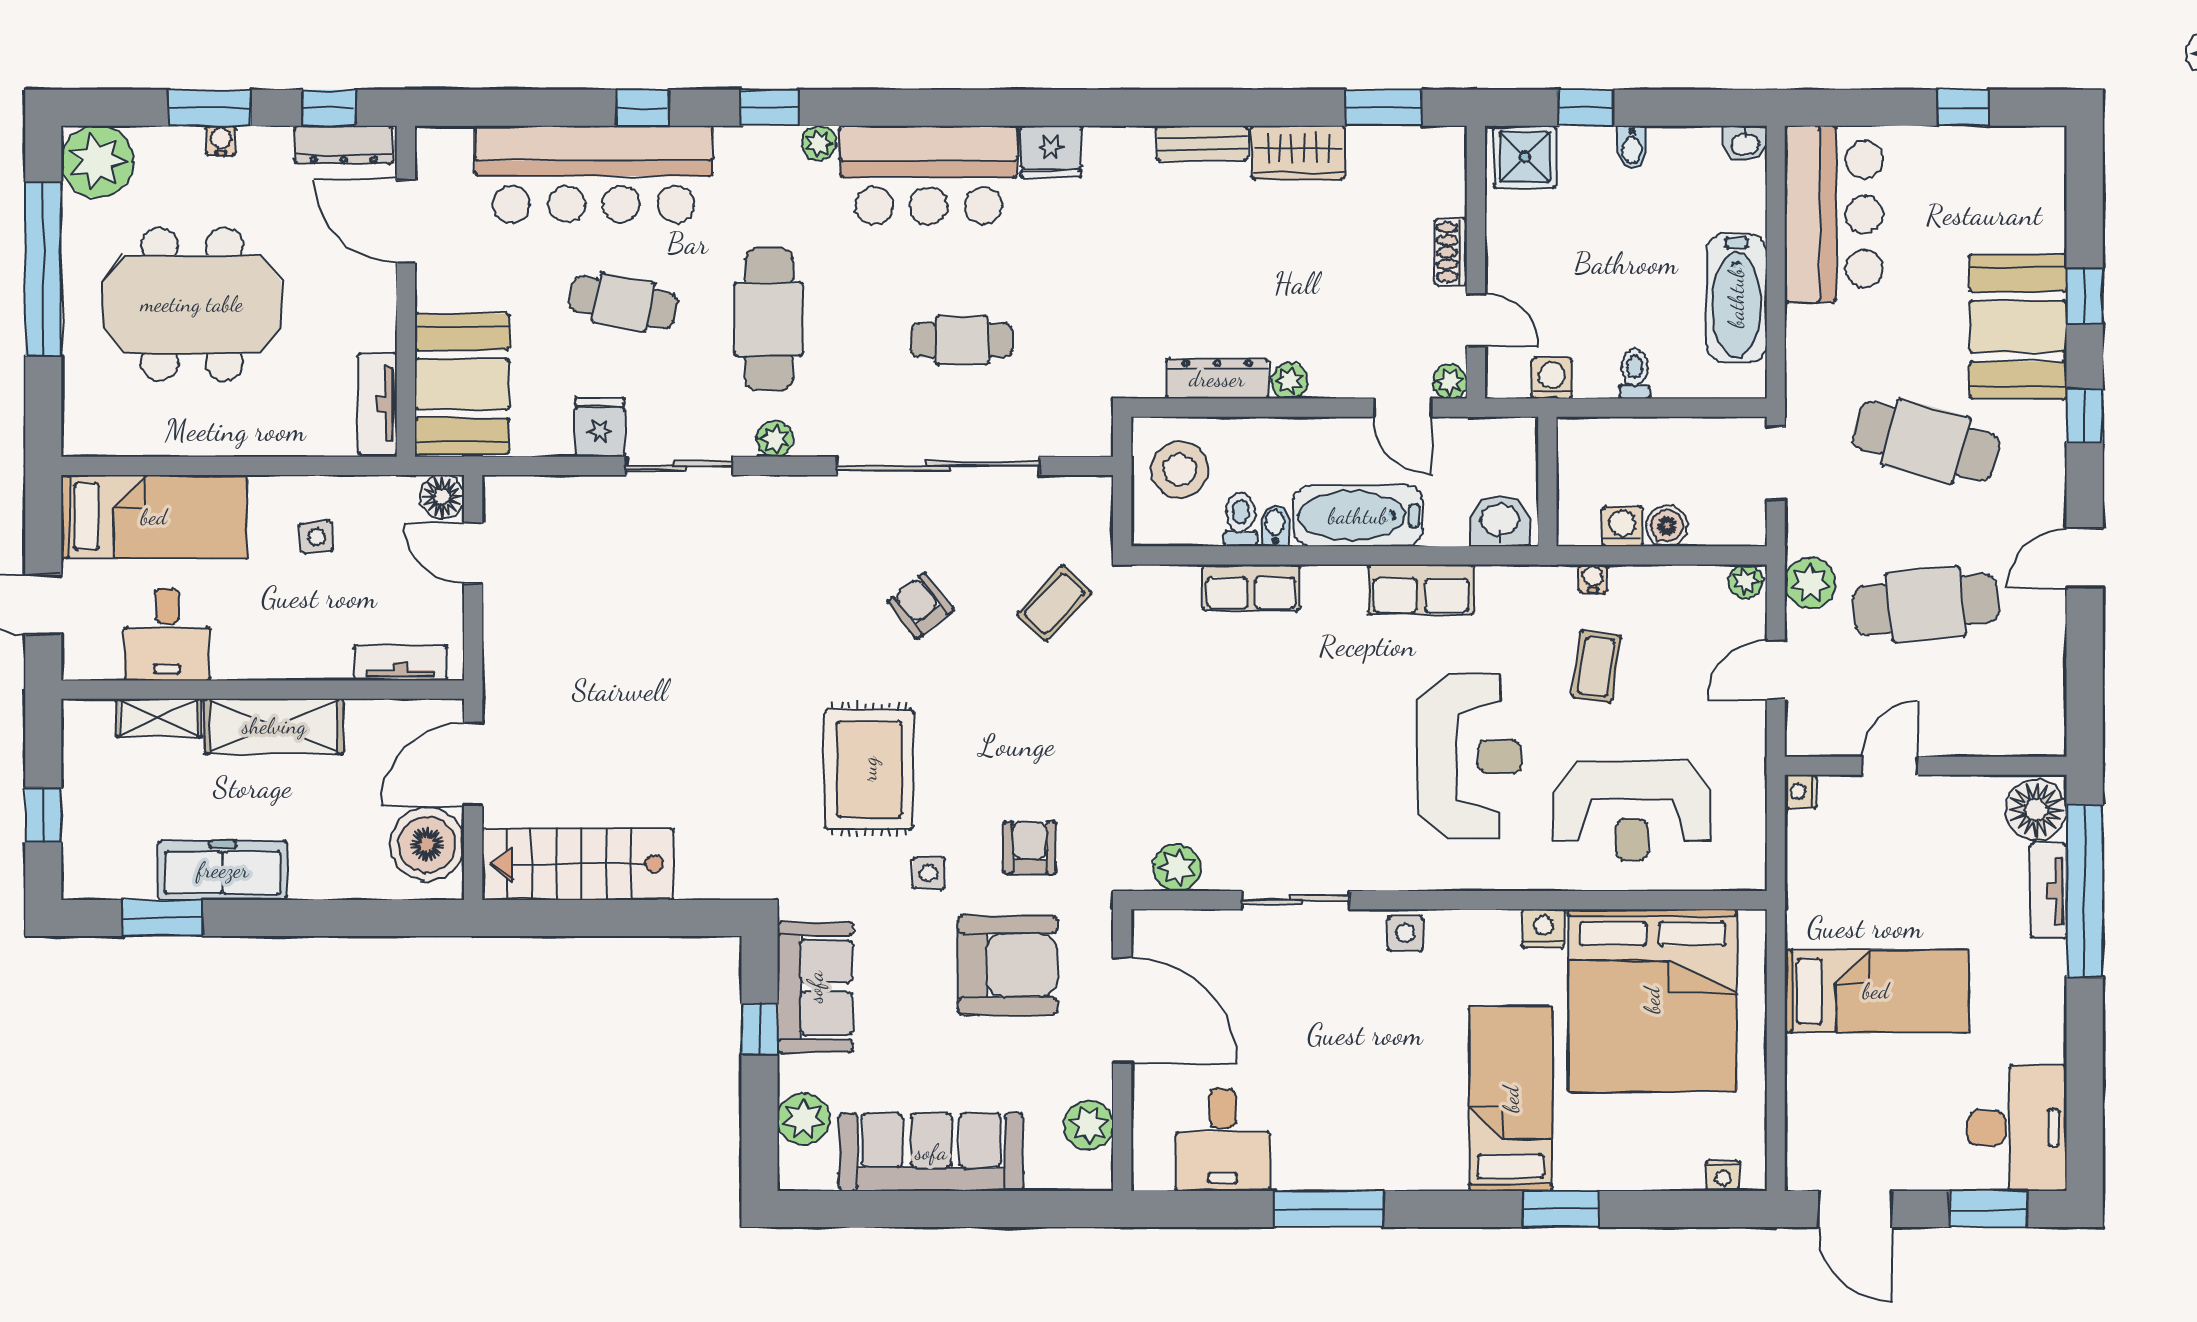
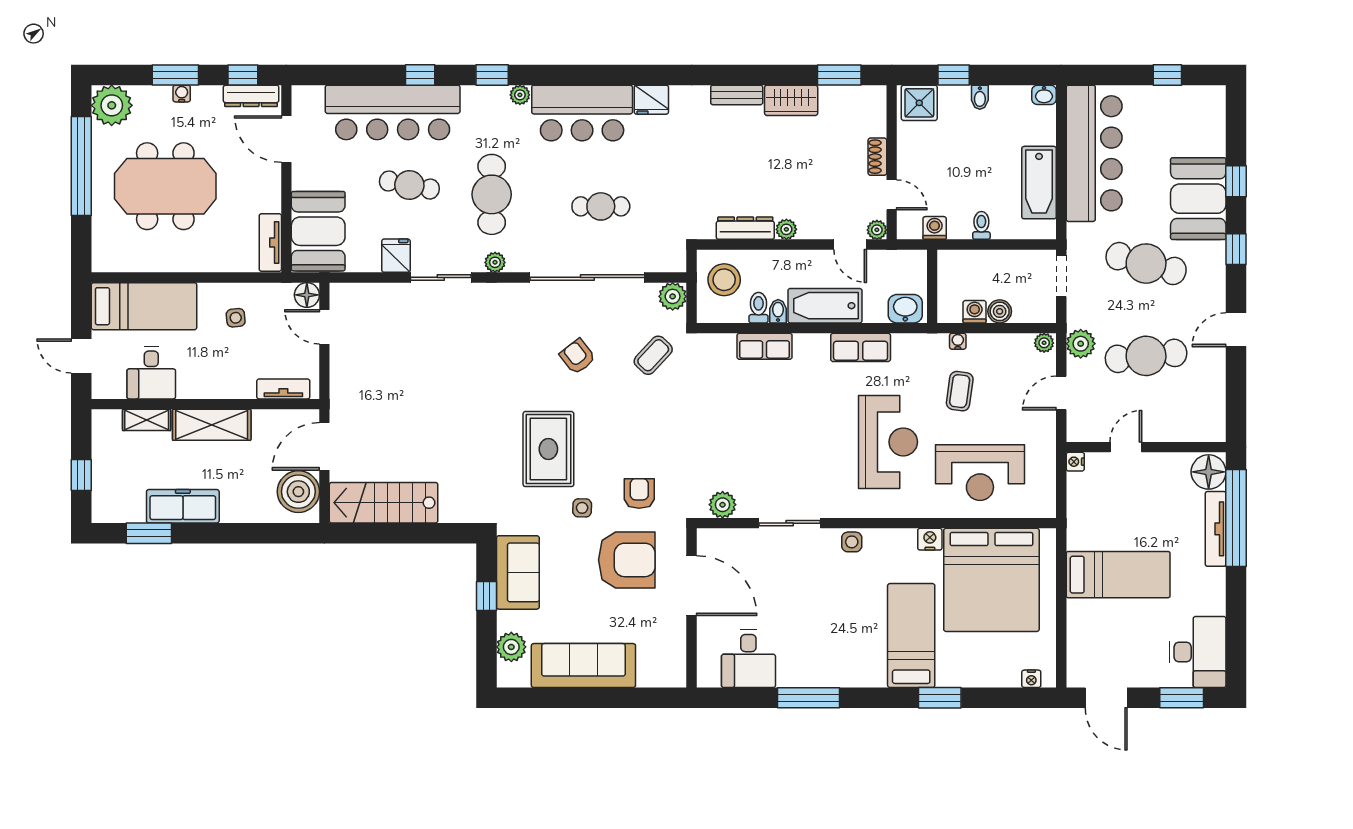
bar counter: (1834, 214) -> (1094, 153), width x1.36
tv unit: (2049, 891) -> (1216, 529), width x1.41
plant: (1089, 1125) -> (673, 296), moved

